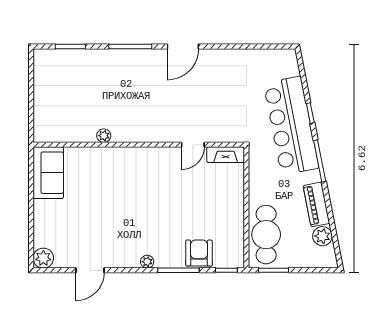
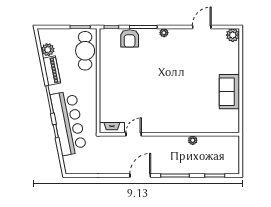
plant: (104, 136) -> (193, 140), moved
wall: (139, 145) -> (169, 134), moved
door: (193, 145) -> (134, 134), moved
fireplace: (226, 155) -> (112, 128), moved

